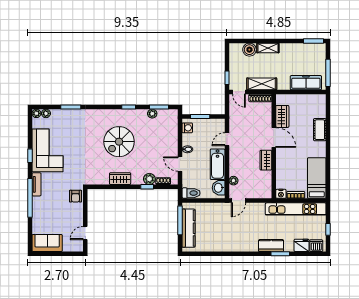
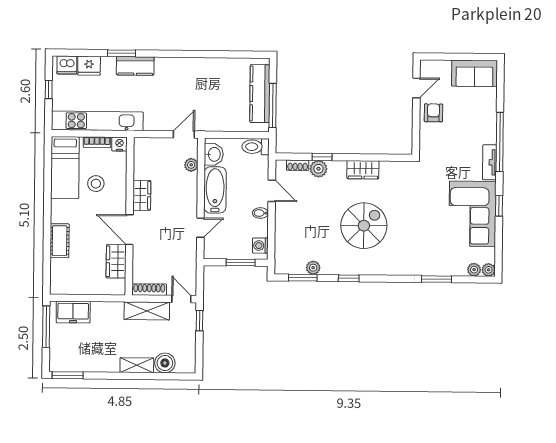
freezer: (306, 83) -> (73, 312), width x0.71
stool: (296, 168) -> (96, 184), added
armchair: (75, 196) -> (433, 113), moved

